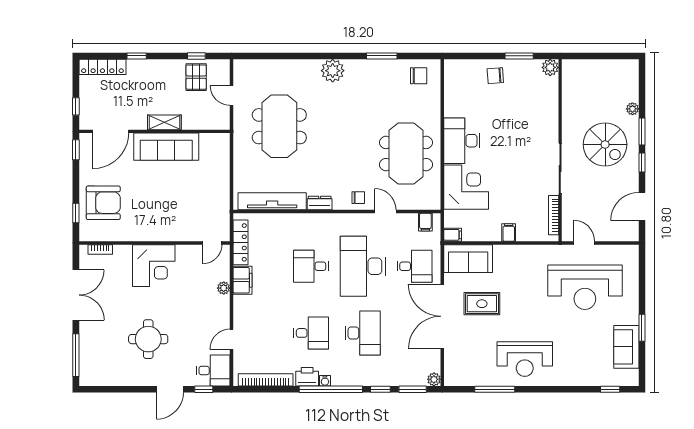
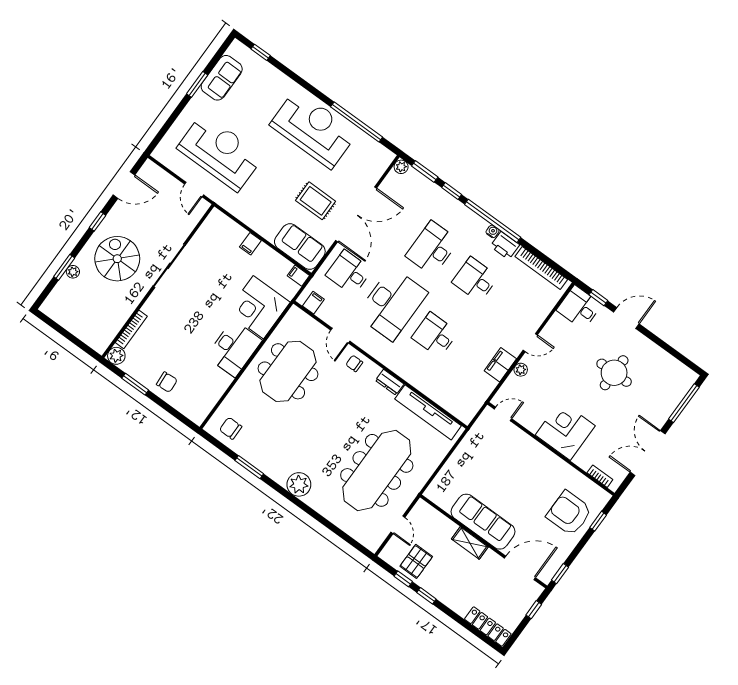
window: (137, 56) -> (426, 596), moved
meeting table: (279, 126) -> (377, 470), width x1.36
window: (642, 131) -> (64, 267), moved
bookcase: (554, 215) -> (131, 329), moved
locker: (241, 242) -> (479, 397), removed
desk: (311, 266) -> (435, 335), turned 180
door: (232, 339) -> (530, 343), moved
reception desk: (525, 359) -> (313, 129), width x1.36, depth x1.30
window: (495, 389) -> (357, 122), width x1.46

